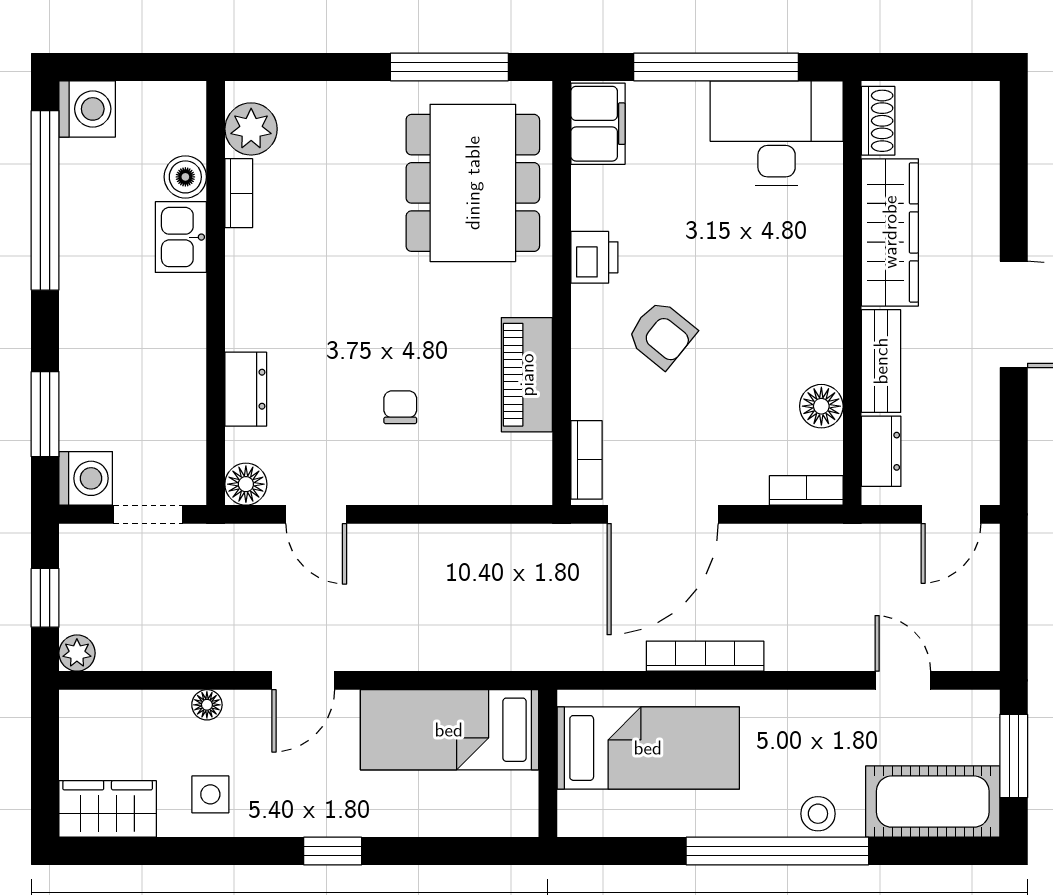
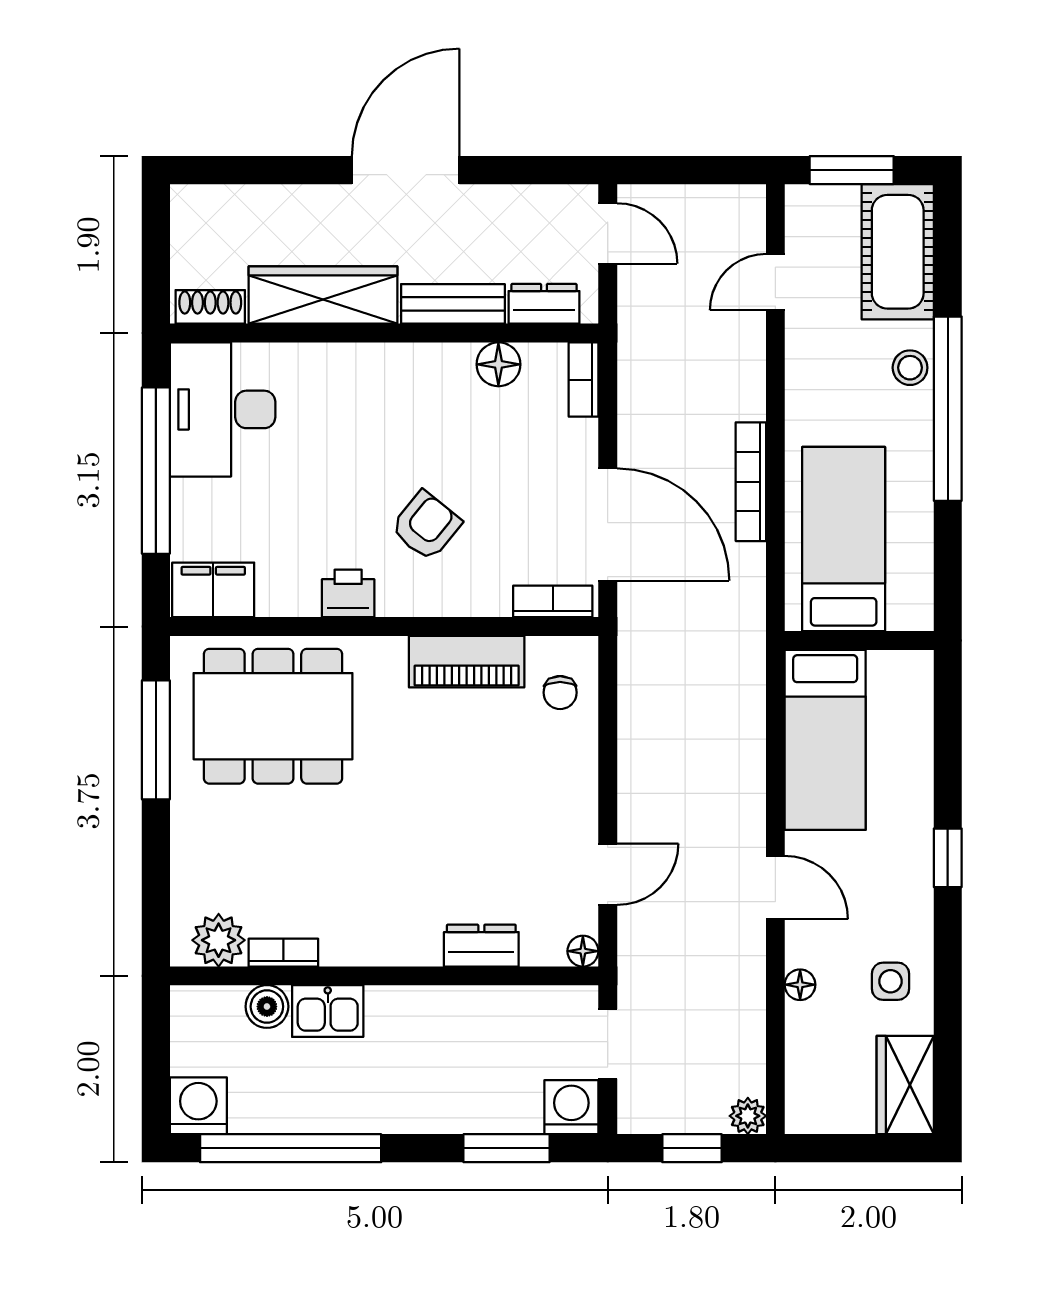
chair: (400, 407) -> (560, 693), moved, turned -90
floor lamp: (246, 484) -> (583, 951), width x0.73, depth x0.73

